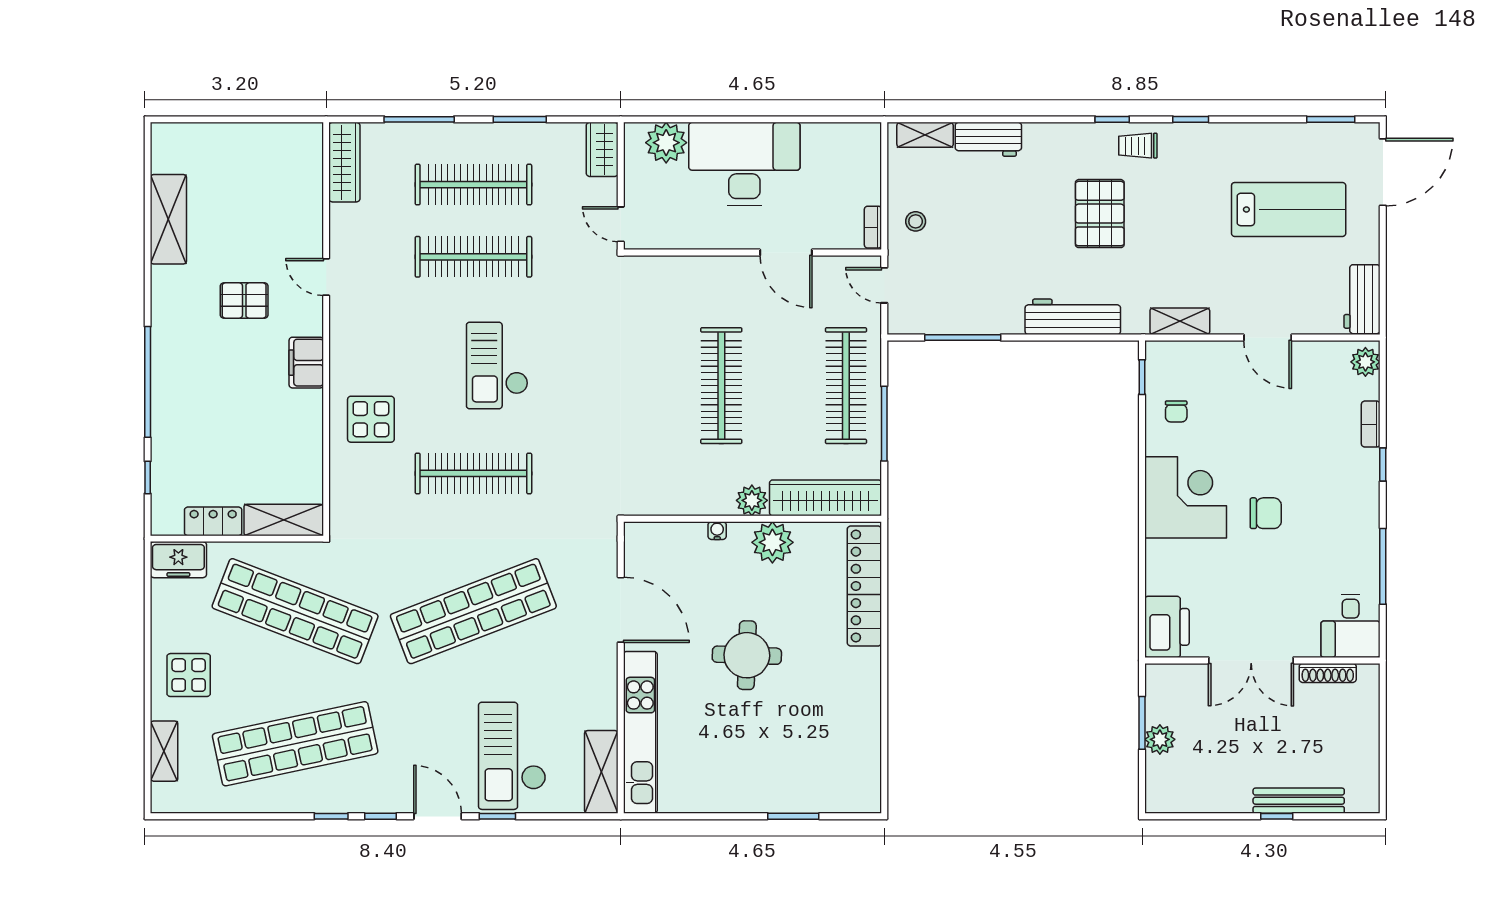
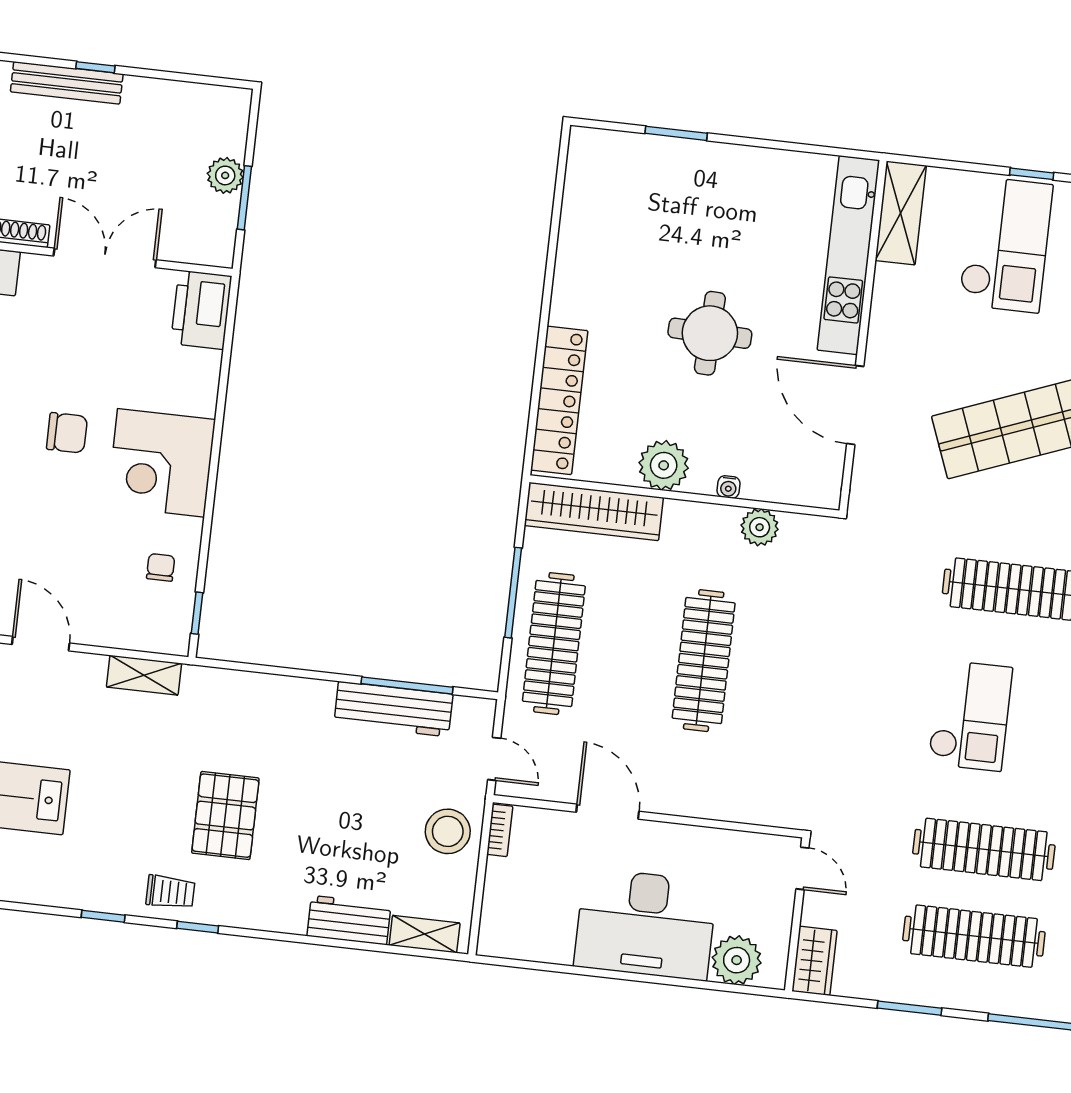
stool: (916, 221) -> (448, 831), width x1.89, depth x1.89
workbench: (1073, 317) -> (393, 709), moved
plant: (752, 500) -> (760, 527), moved
chair: (1266, 513) -> (67, 433), turned 180

